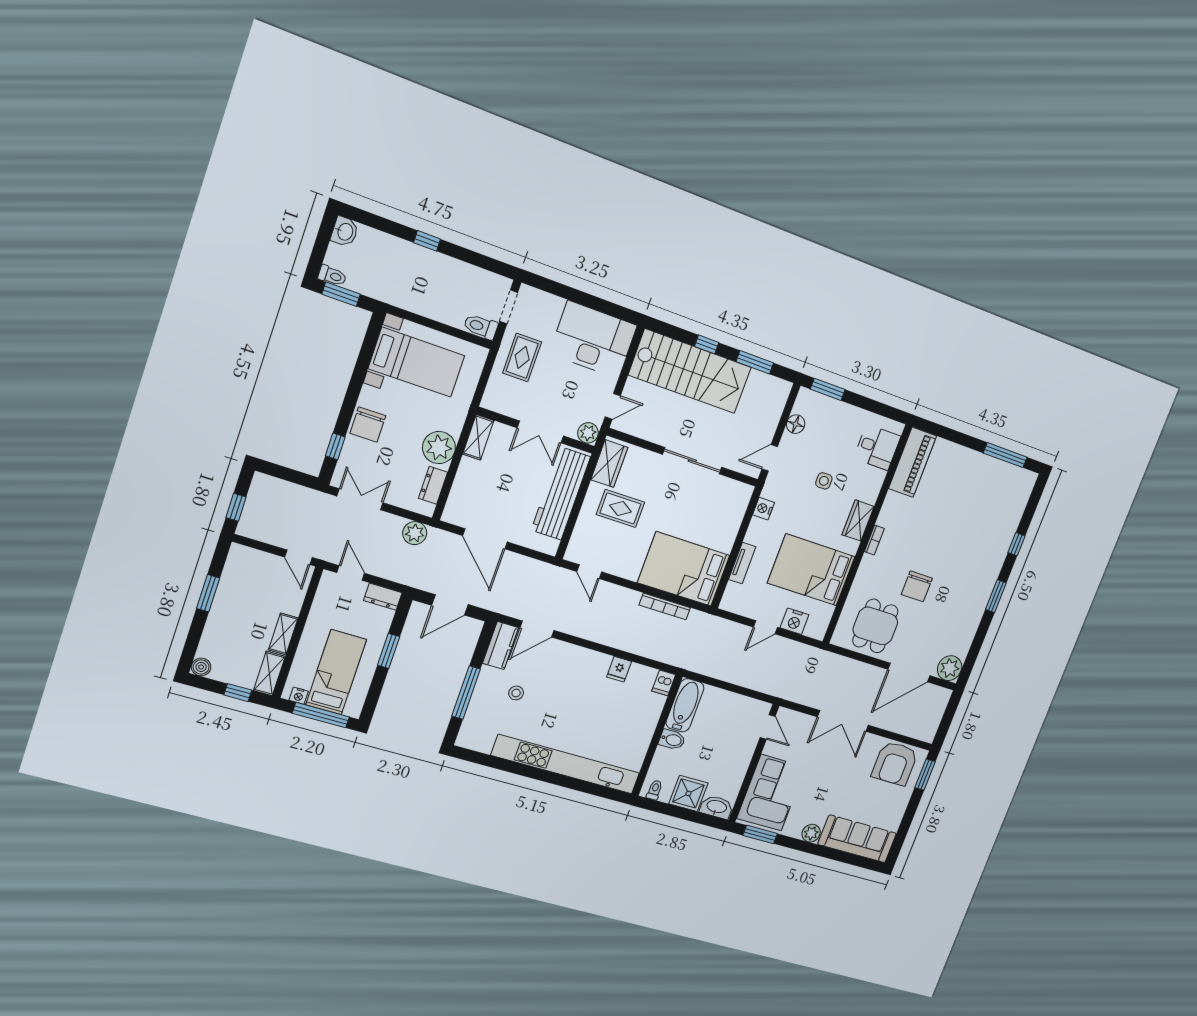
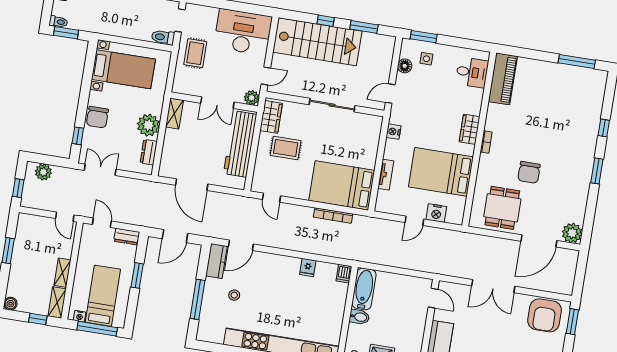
side table: (824, 481) -> (426, 59), moved
plant: (415, 533) -> (43, 172), moved

